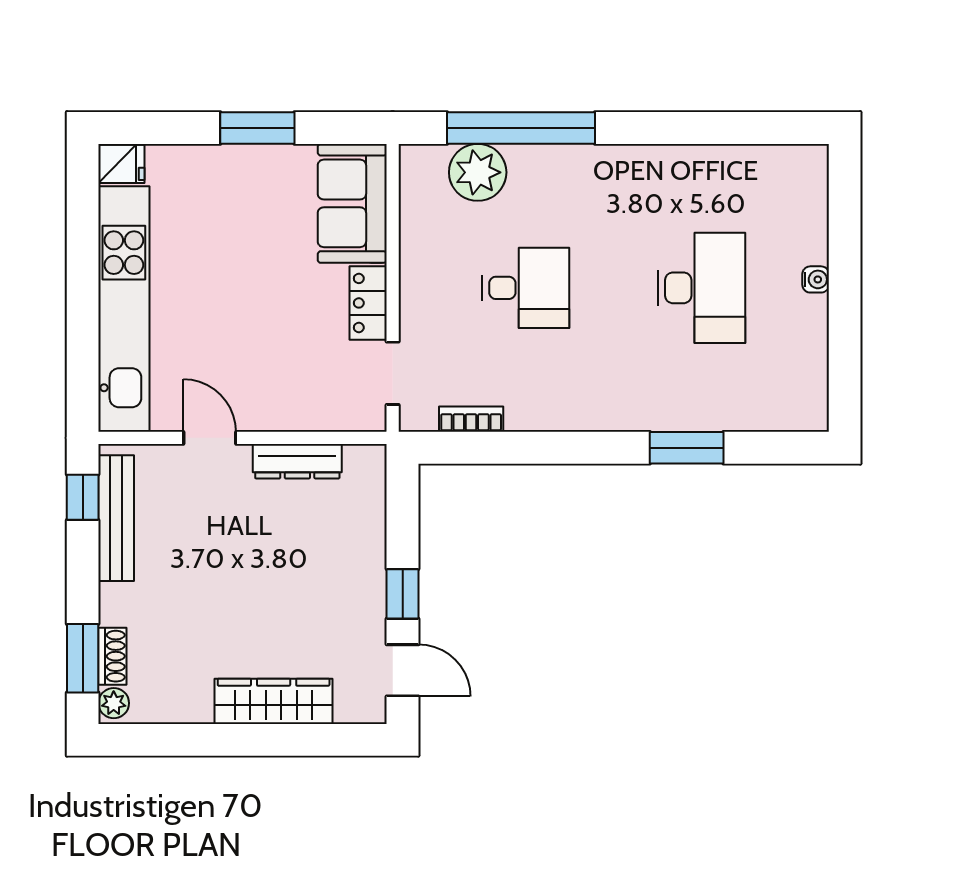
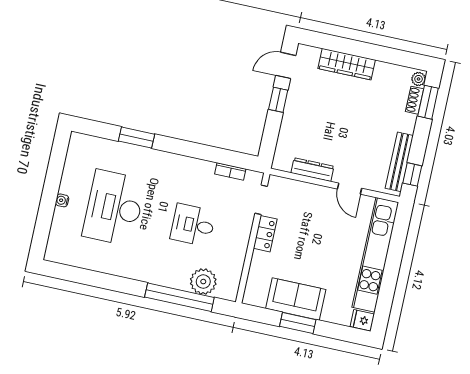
sofa: (352, 203) -> (296, 299), moved, turned -90
desk: (702, 288) -> (114, 208), width x1.36, depth x1.30
door: (403, 670) -> (286, 65), hinge flipped

